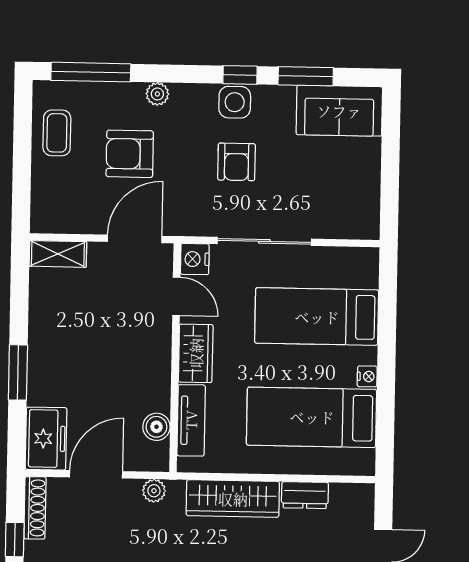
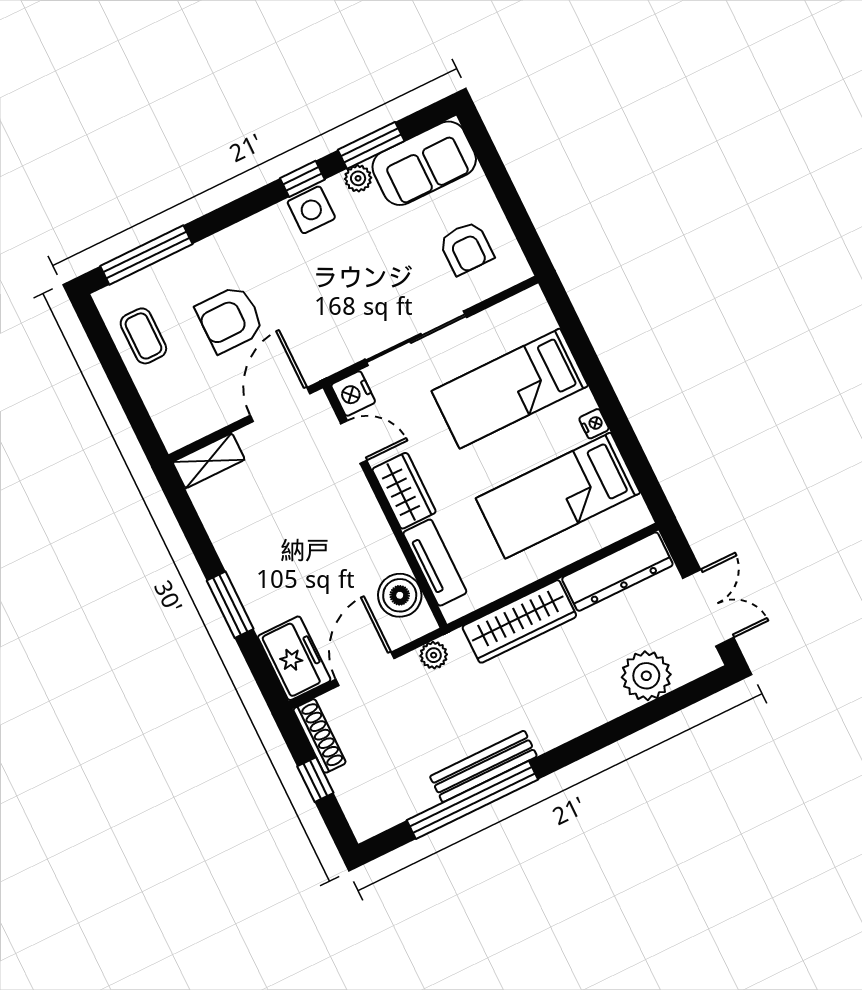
plant: (157, 94) -> (358, 178), moved
armchair: (237, 162) -> (466, 248), moved
boiler: (156, 427) -> (400, 595), width x1.36, depth x1.36
dresser: (305, 495) -> (617, 572), width x1.96, depth x1.24

